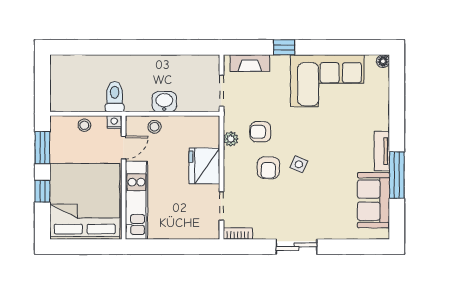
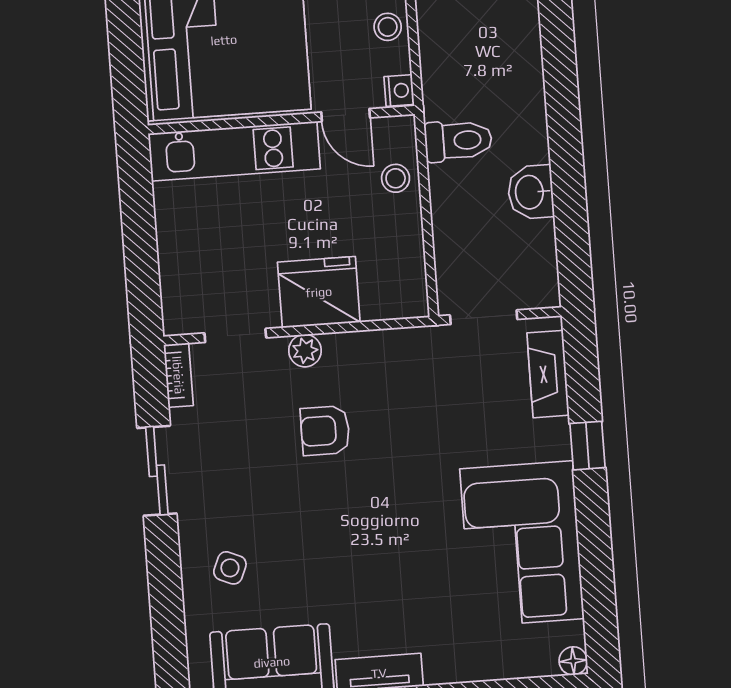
toilet: (115, 97) -> (458, 141), moved
washbasin: (164, 102) -> (531, 192), moved, turned 180
armchair: (260, 132) -> (402, 408), removed
plant: (231, 139) -> (305, 351), moved
side table: (299, 164) -> (230, 568), moved
sliding door: (296, 247) -> (157, 471), moved

